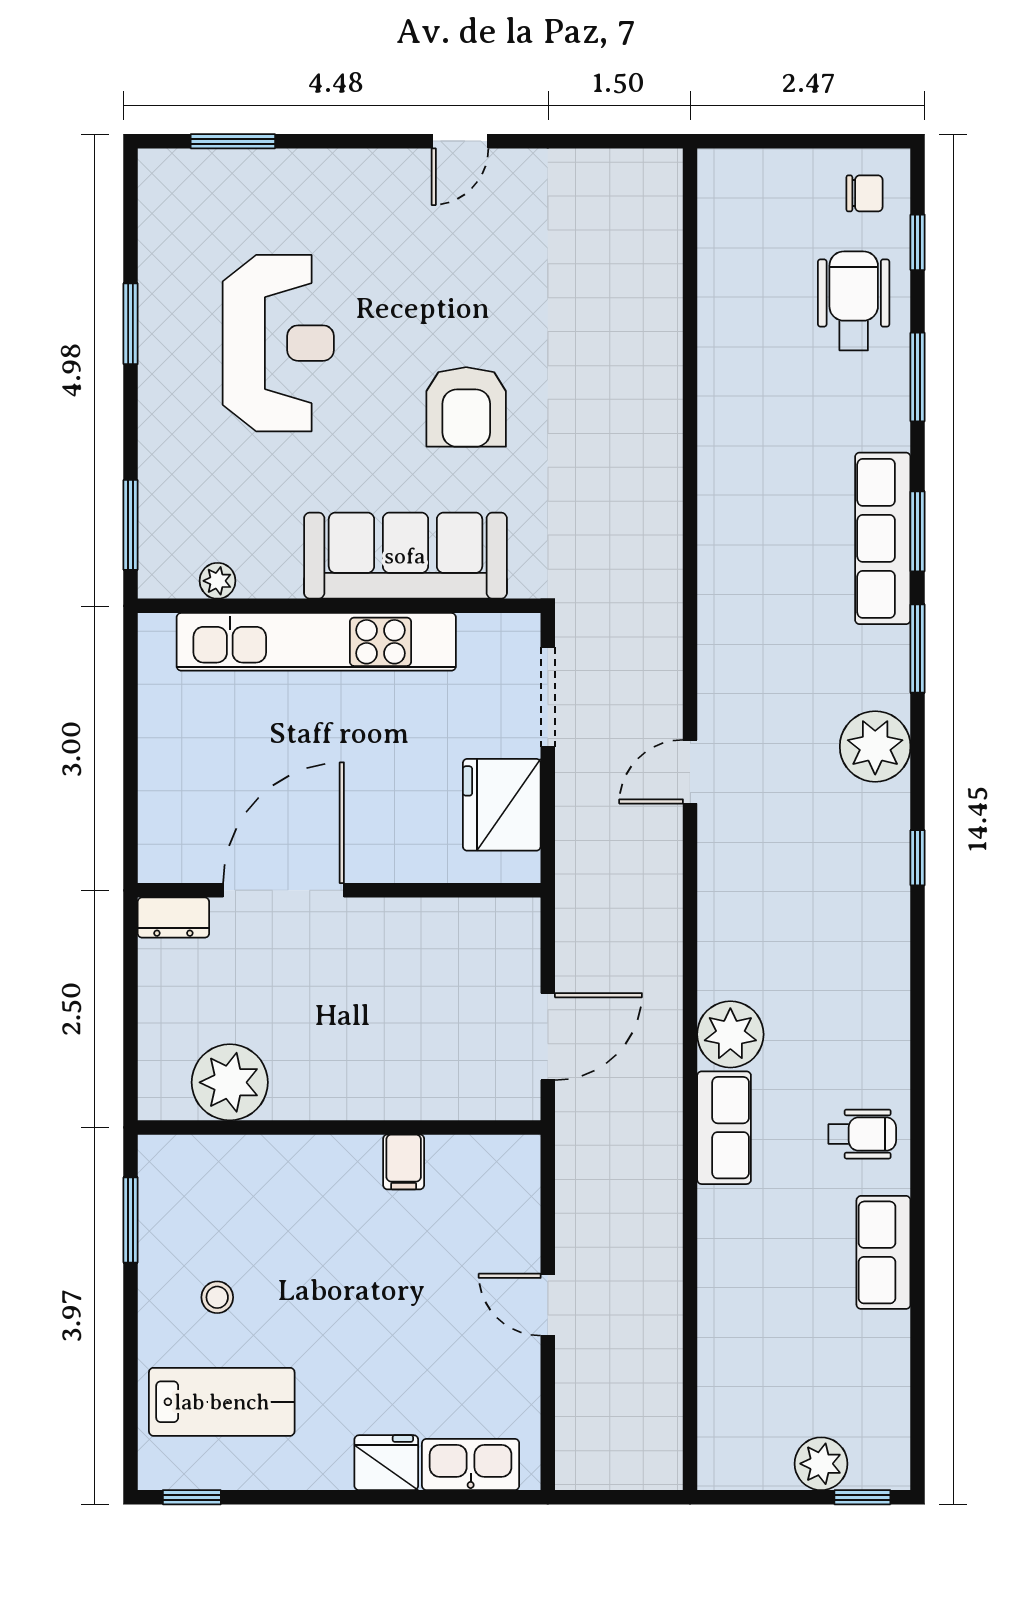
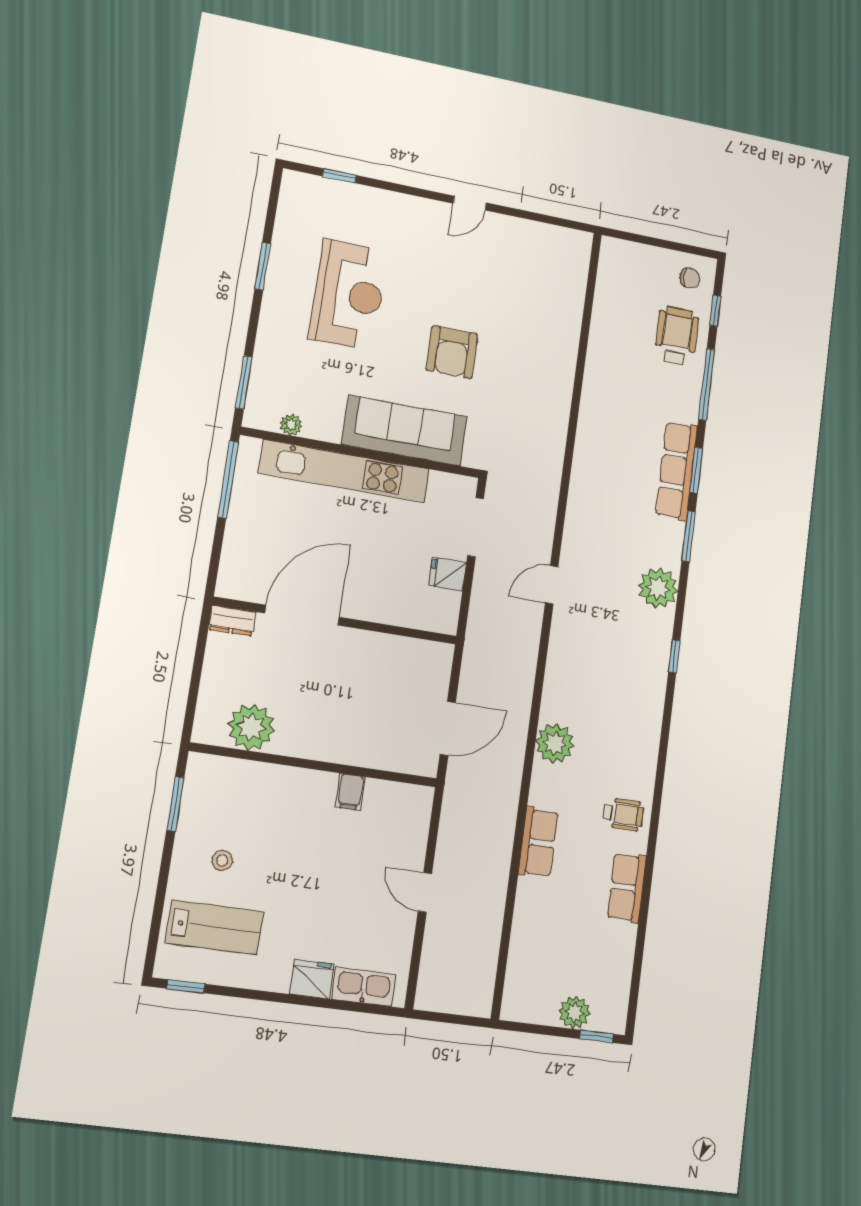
window: (233, 141) -> (339, 176), width x0.67
window: (918, 377) -> (707, 384), width x1.44
window: (131, 690) -> (228, 479), added
fridge: (502, 805) -> (448, 574), width x0.53, depth x0.75
row of seats: (724, 1128) -> (538, 842), moved

